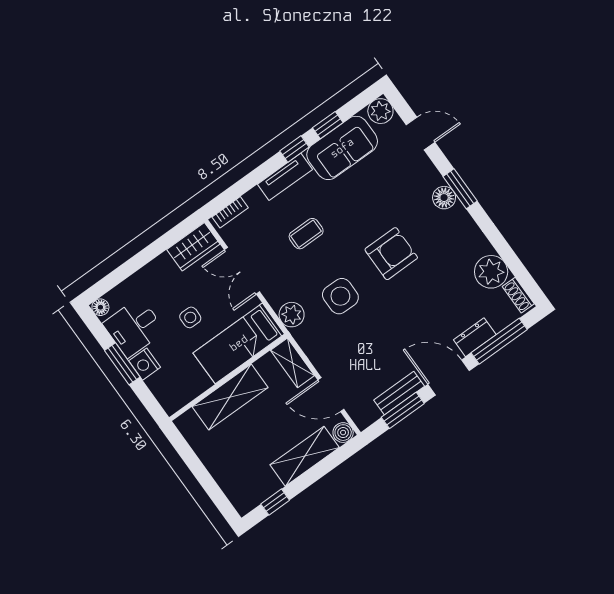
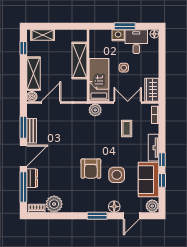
floor lamp: (444, 198) -> (114, 207), moved
coffee table: (306, 234) -> (127, 128), moved
side table: (340, 296) -> (117, 175), moved
shelving: (292, 363) -> (43, 35), moved

